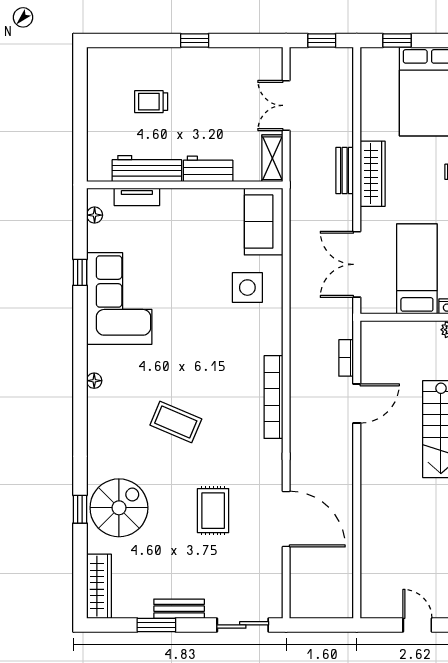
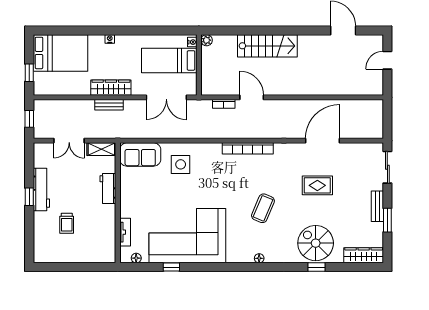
workbench: (147, 169) -> (41, 190), moved, turned 180
corner sofa: (119, 298) -> (187, 236), width x1.36, depth x1.36
floor lamp: (94, 381) -> (259, 258), moved

